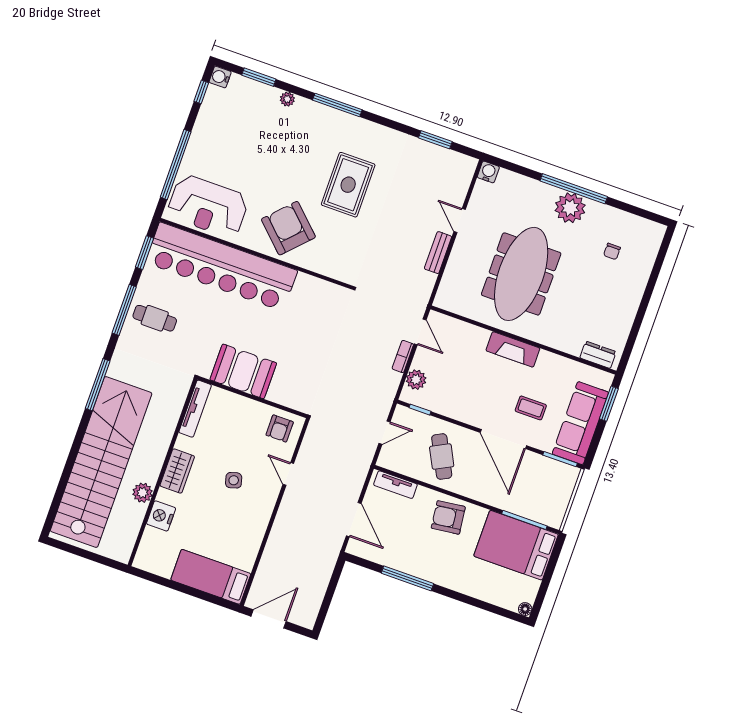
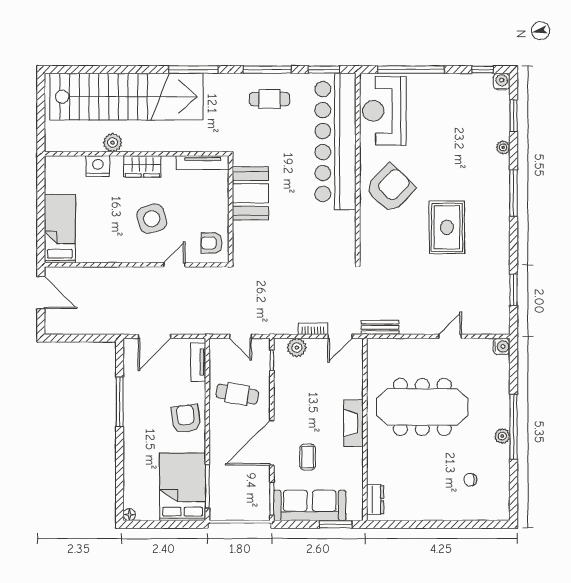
rug: (348, 185) -> (447, 227), turned 90
plant: (570, 208) -> (502, 436), width x0.53, depth x0.53
bench: (438, 253) -> (380, 327), moved
cafe table: (155, 318) -> (269, 99), turned 90
cafe table: (442, 457) -> (237, 394), turned 37
side table: (234, 480) -> (152, 219), width x1.87, depth x1.87

